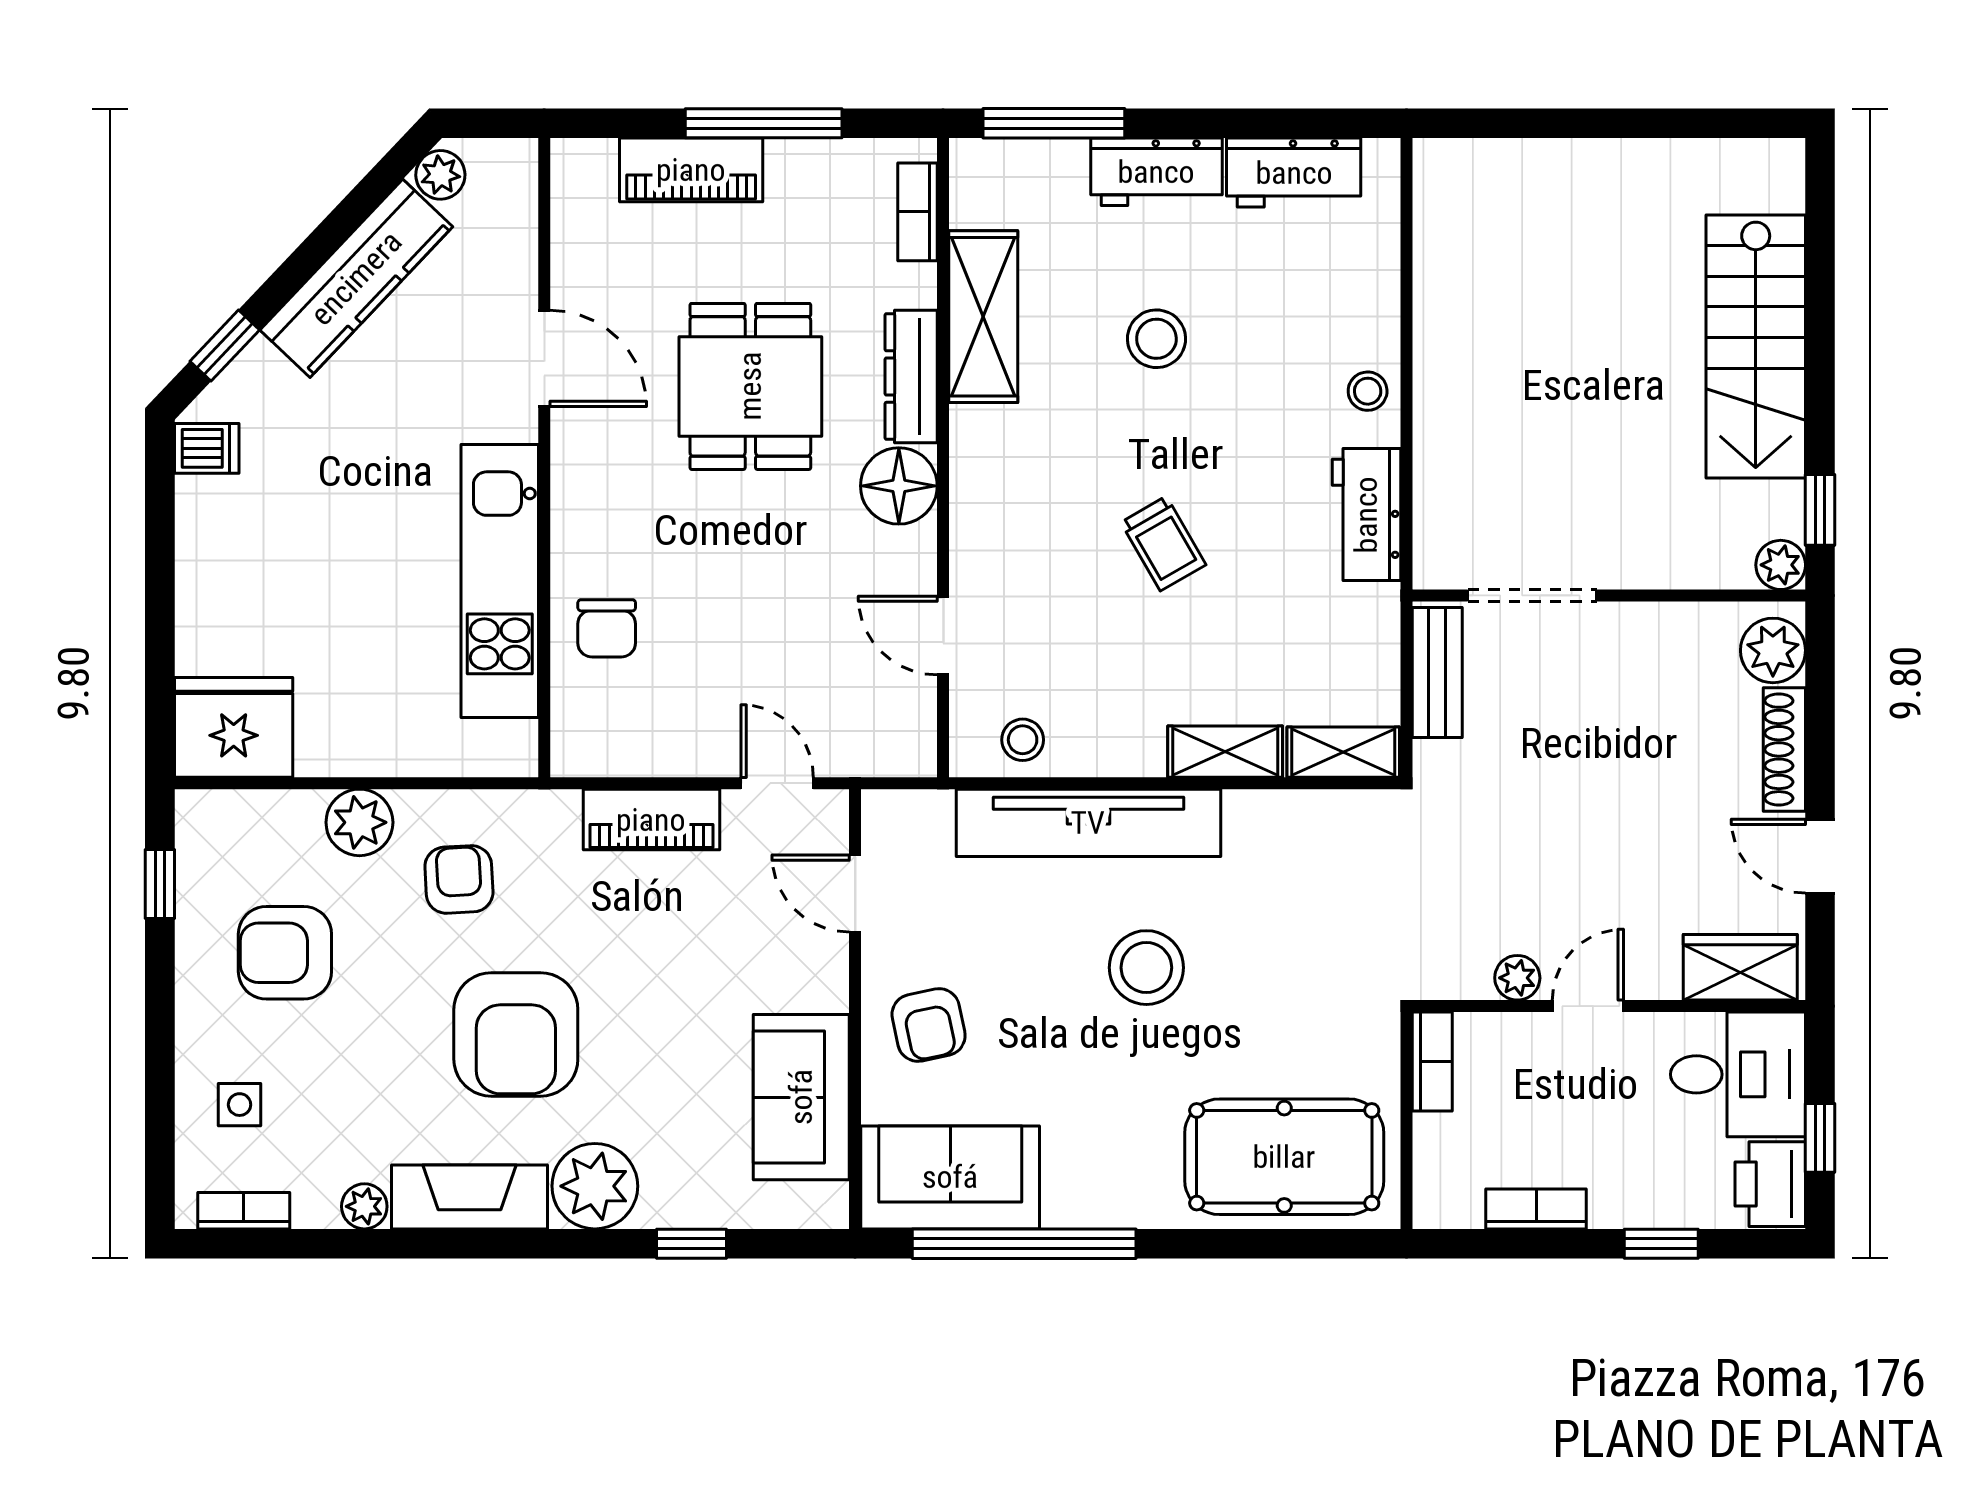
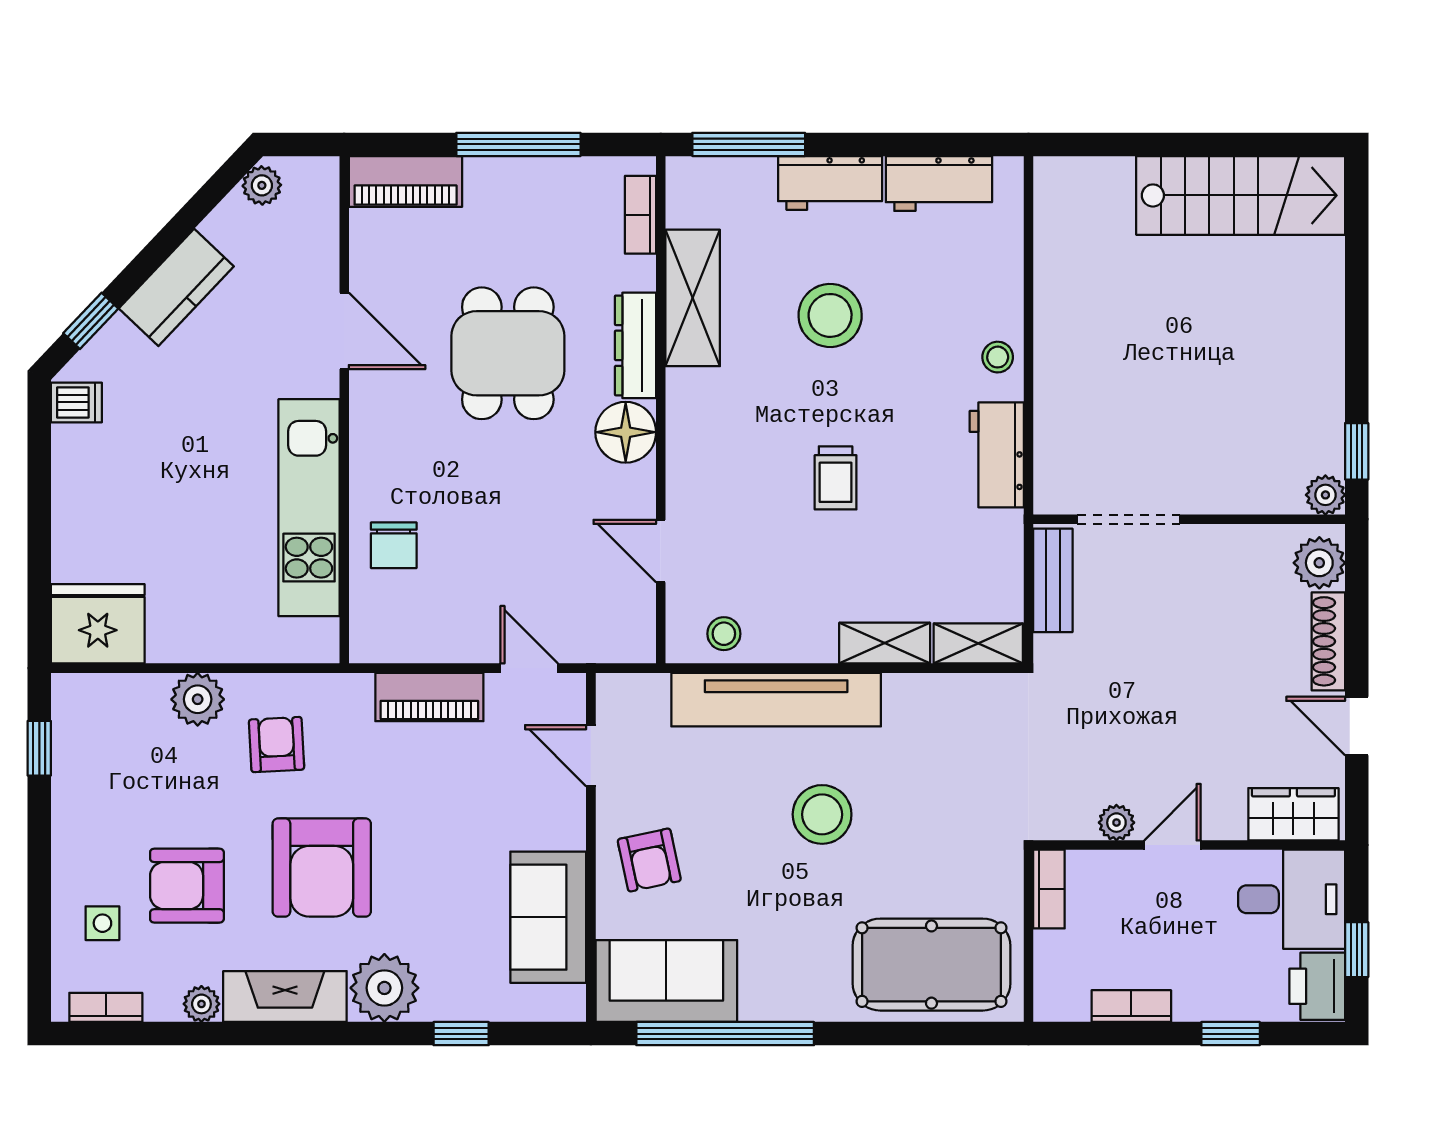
piano: (691, 170) -> (406, 181), moved
kitchen counter: (356, 278) -> (176, 287), width x0.67
stool: (1156, 339) -> (830, 315), width x1.38, depth x1.38
stairs: (1756, 346) -> (1241, 195), moved, turned -90
trolley: (1163, 543) -> (836, 478), turned 30
armchair: (285, 953) -> (187, 886), moved

